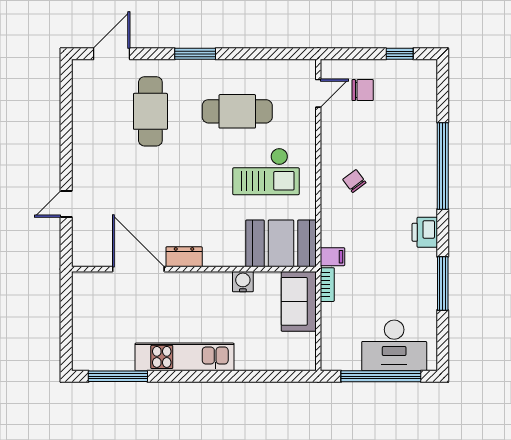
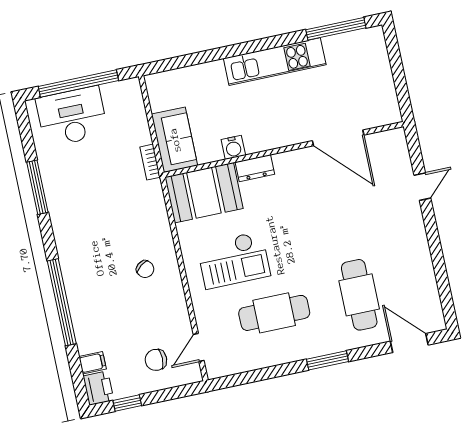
door: (112, 54) -> (409, 343), swing flipped
checkout: (266, 171) -> (234, 260), turned 180
printer: (425, 232) -> (98, 388), moved
dresser: (184, 257) -> (255, 168), moved
filing cabinet: (333, 257) -> (93, 363), moved, turned 180

